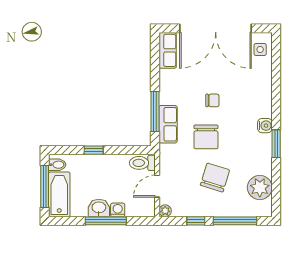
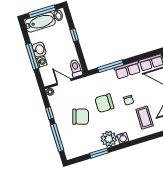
coffee table: (245, 85) -> (145, 118), added
row of seats: (168, 124) -> (128, 70), moved
window: (276, 144) -> (99, 153), moved
plant: (260, 187) -> (109, 139), moved

